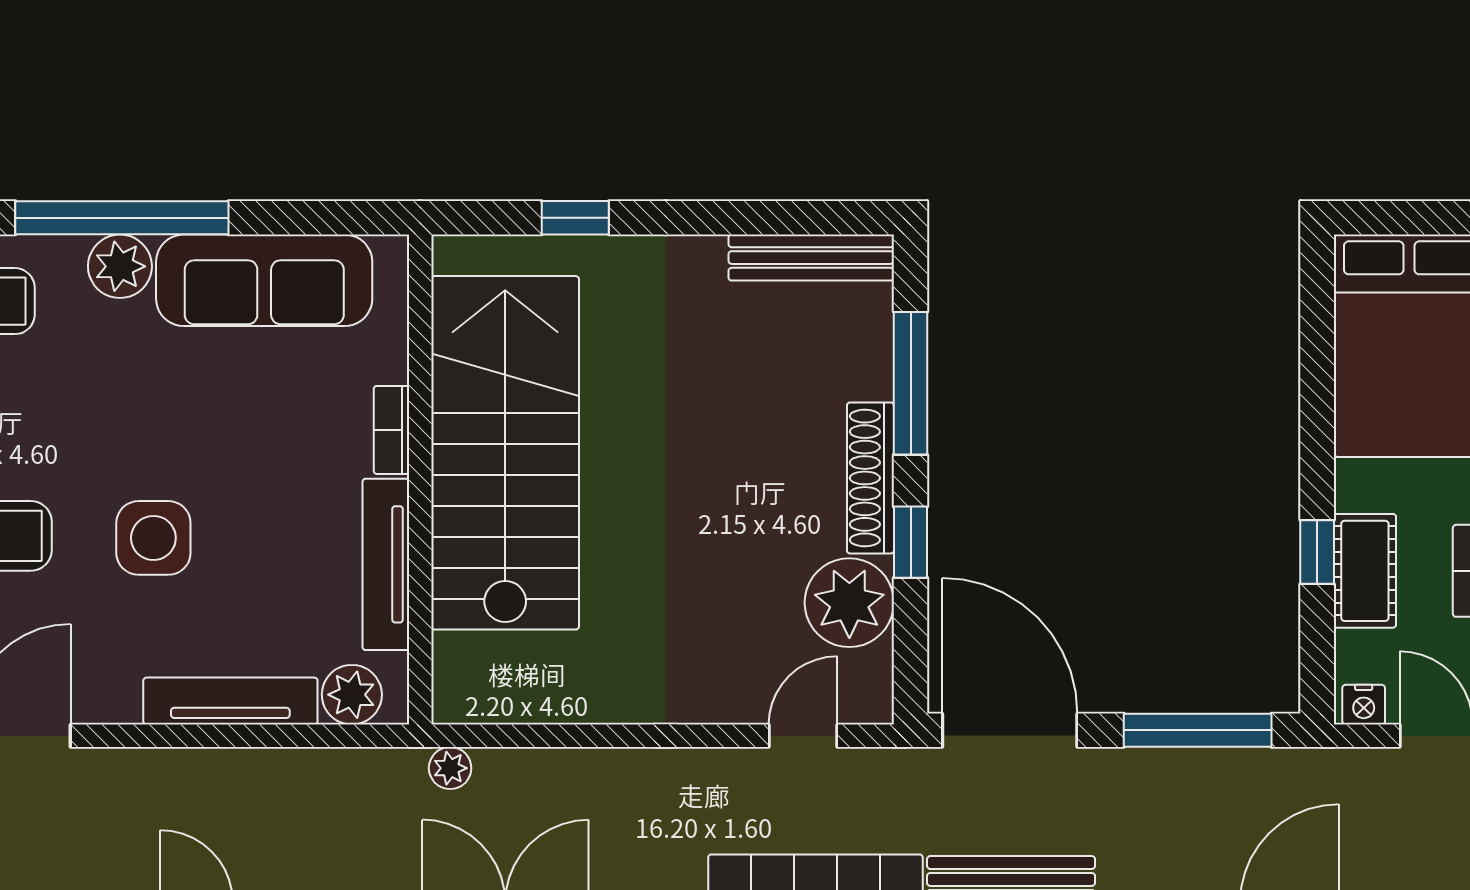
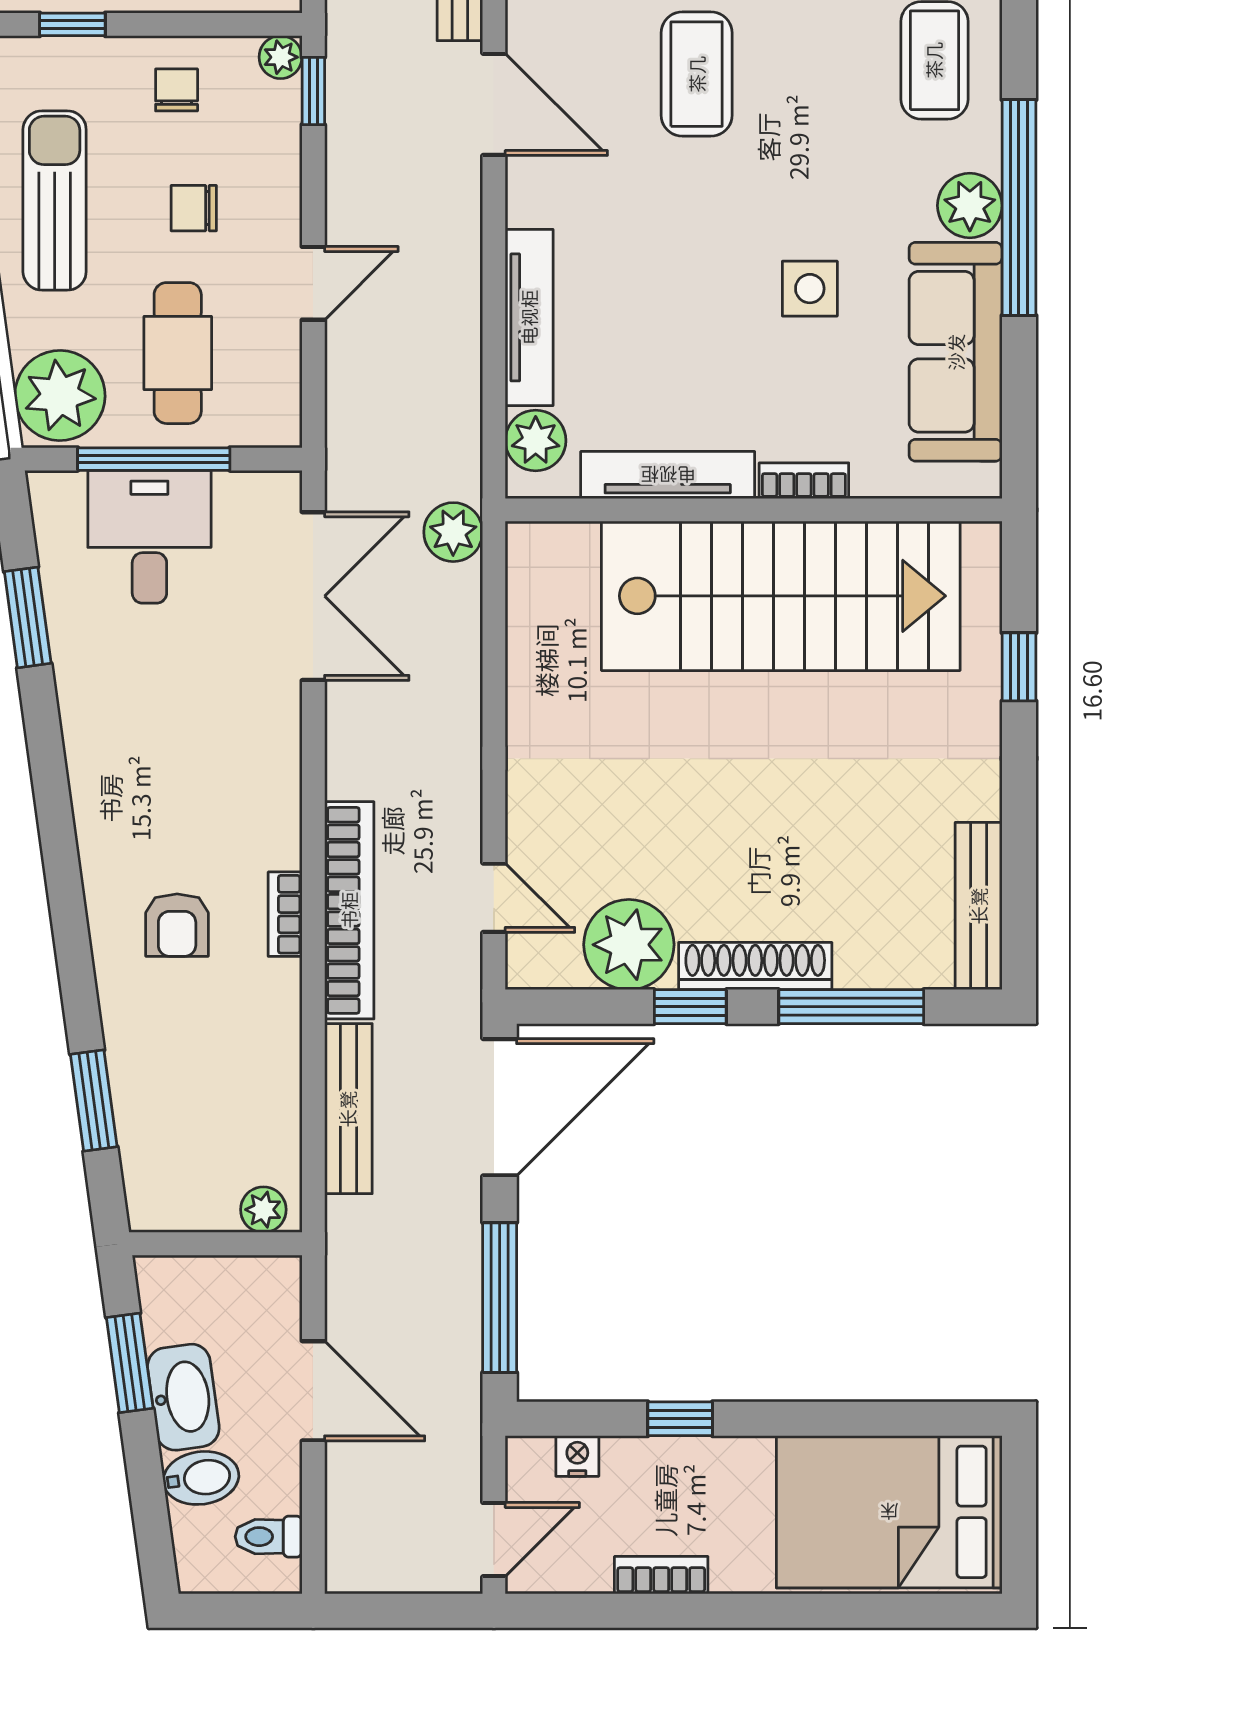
side table: (153, 538) -> (810, 289), moved, width x0.73, depth x0.73
cot: (1365, 571) -> (661, 1467), removed
nightstand: (1364, 705) -> (577, 1456), moved, turned 90
plant: (450, 768) -> (453, 532), width x1.38, depth x1.38

